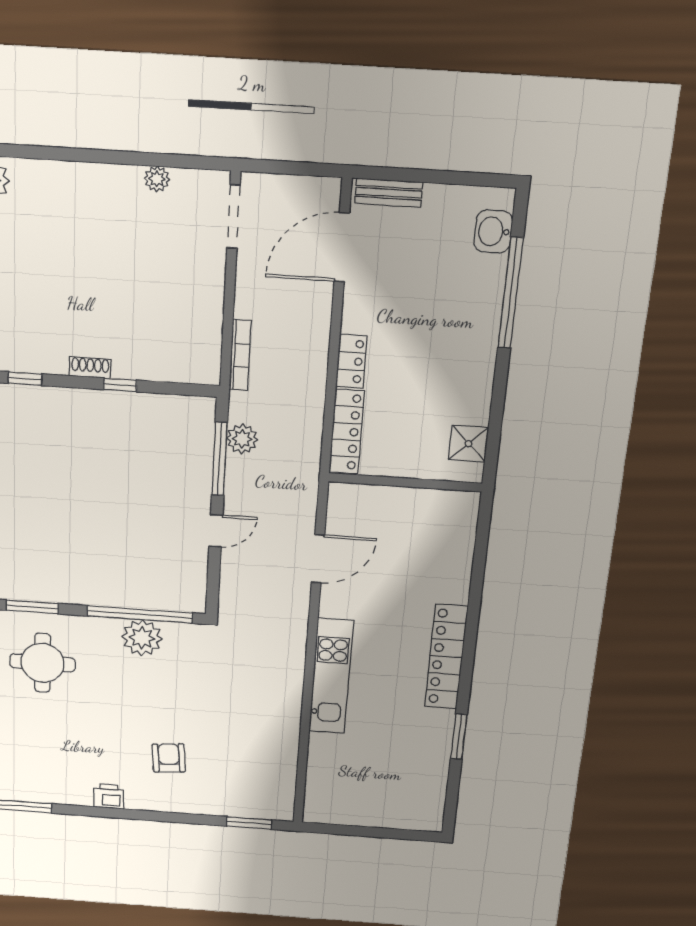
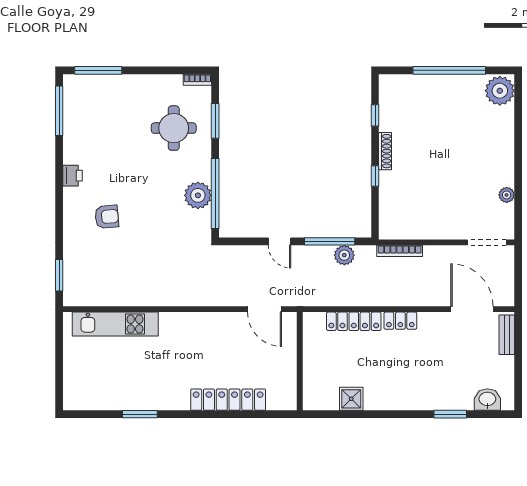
window: (511, 293) -> (450, 414), width x0.47
shoe rack: (90, 368) -> (385, 151), width x1.43
wall: (405, 482) -> (300, 361), moved
locker: (446, 657) -> (228, 400), moved
kitchen unit: (331, 676) -> (115, 324), moved

